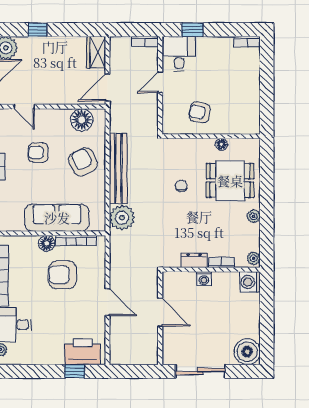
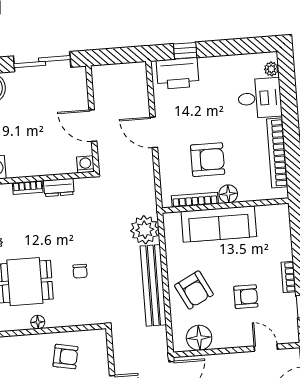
washing machine: (204, 279) -> (85, 164), moved

